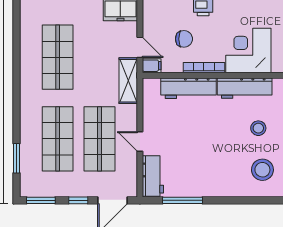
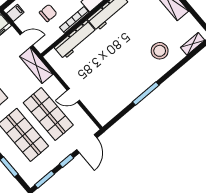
filing cabinet: (152, 66) -> (15, 13), moved
stool: (258, 128) -> (136, 28), removed
workbench: (153, 176) -> (98, 109), removed
window: (183, 200) -> (146, 94), moved

